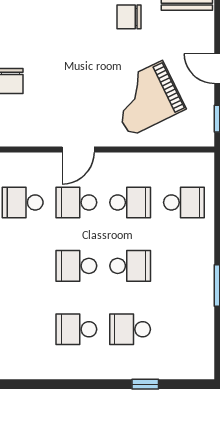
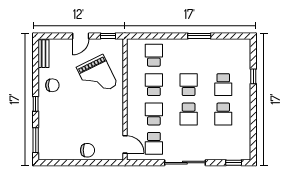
chair: (129, 17) -> (52, 85), turned -90
door: (78, 150) -> (125, 144), moved
school desk: (76, 202) -> (154, 114), turned 180

